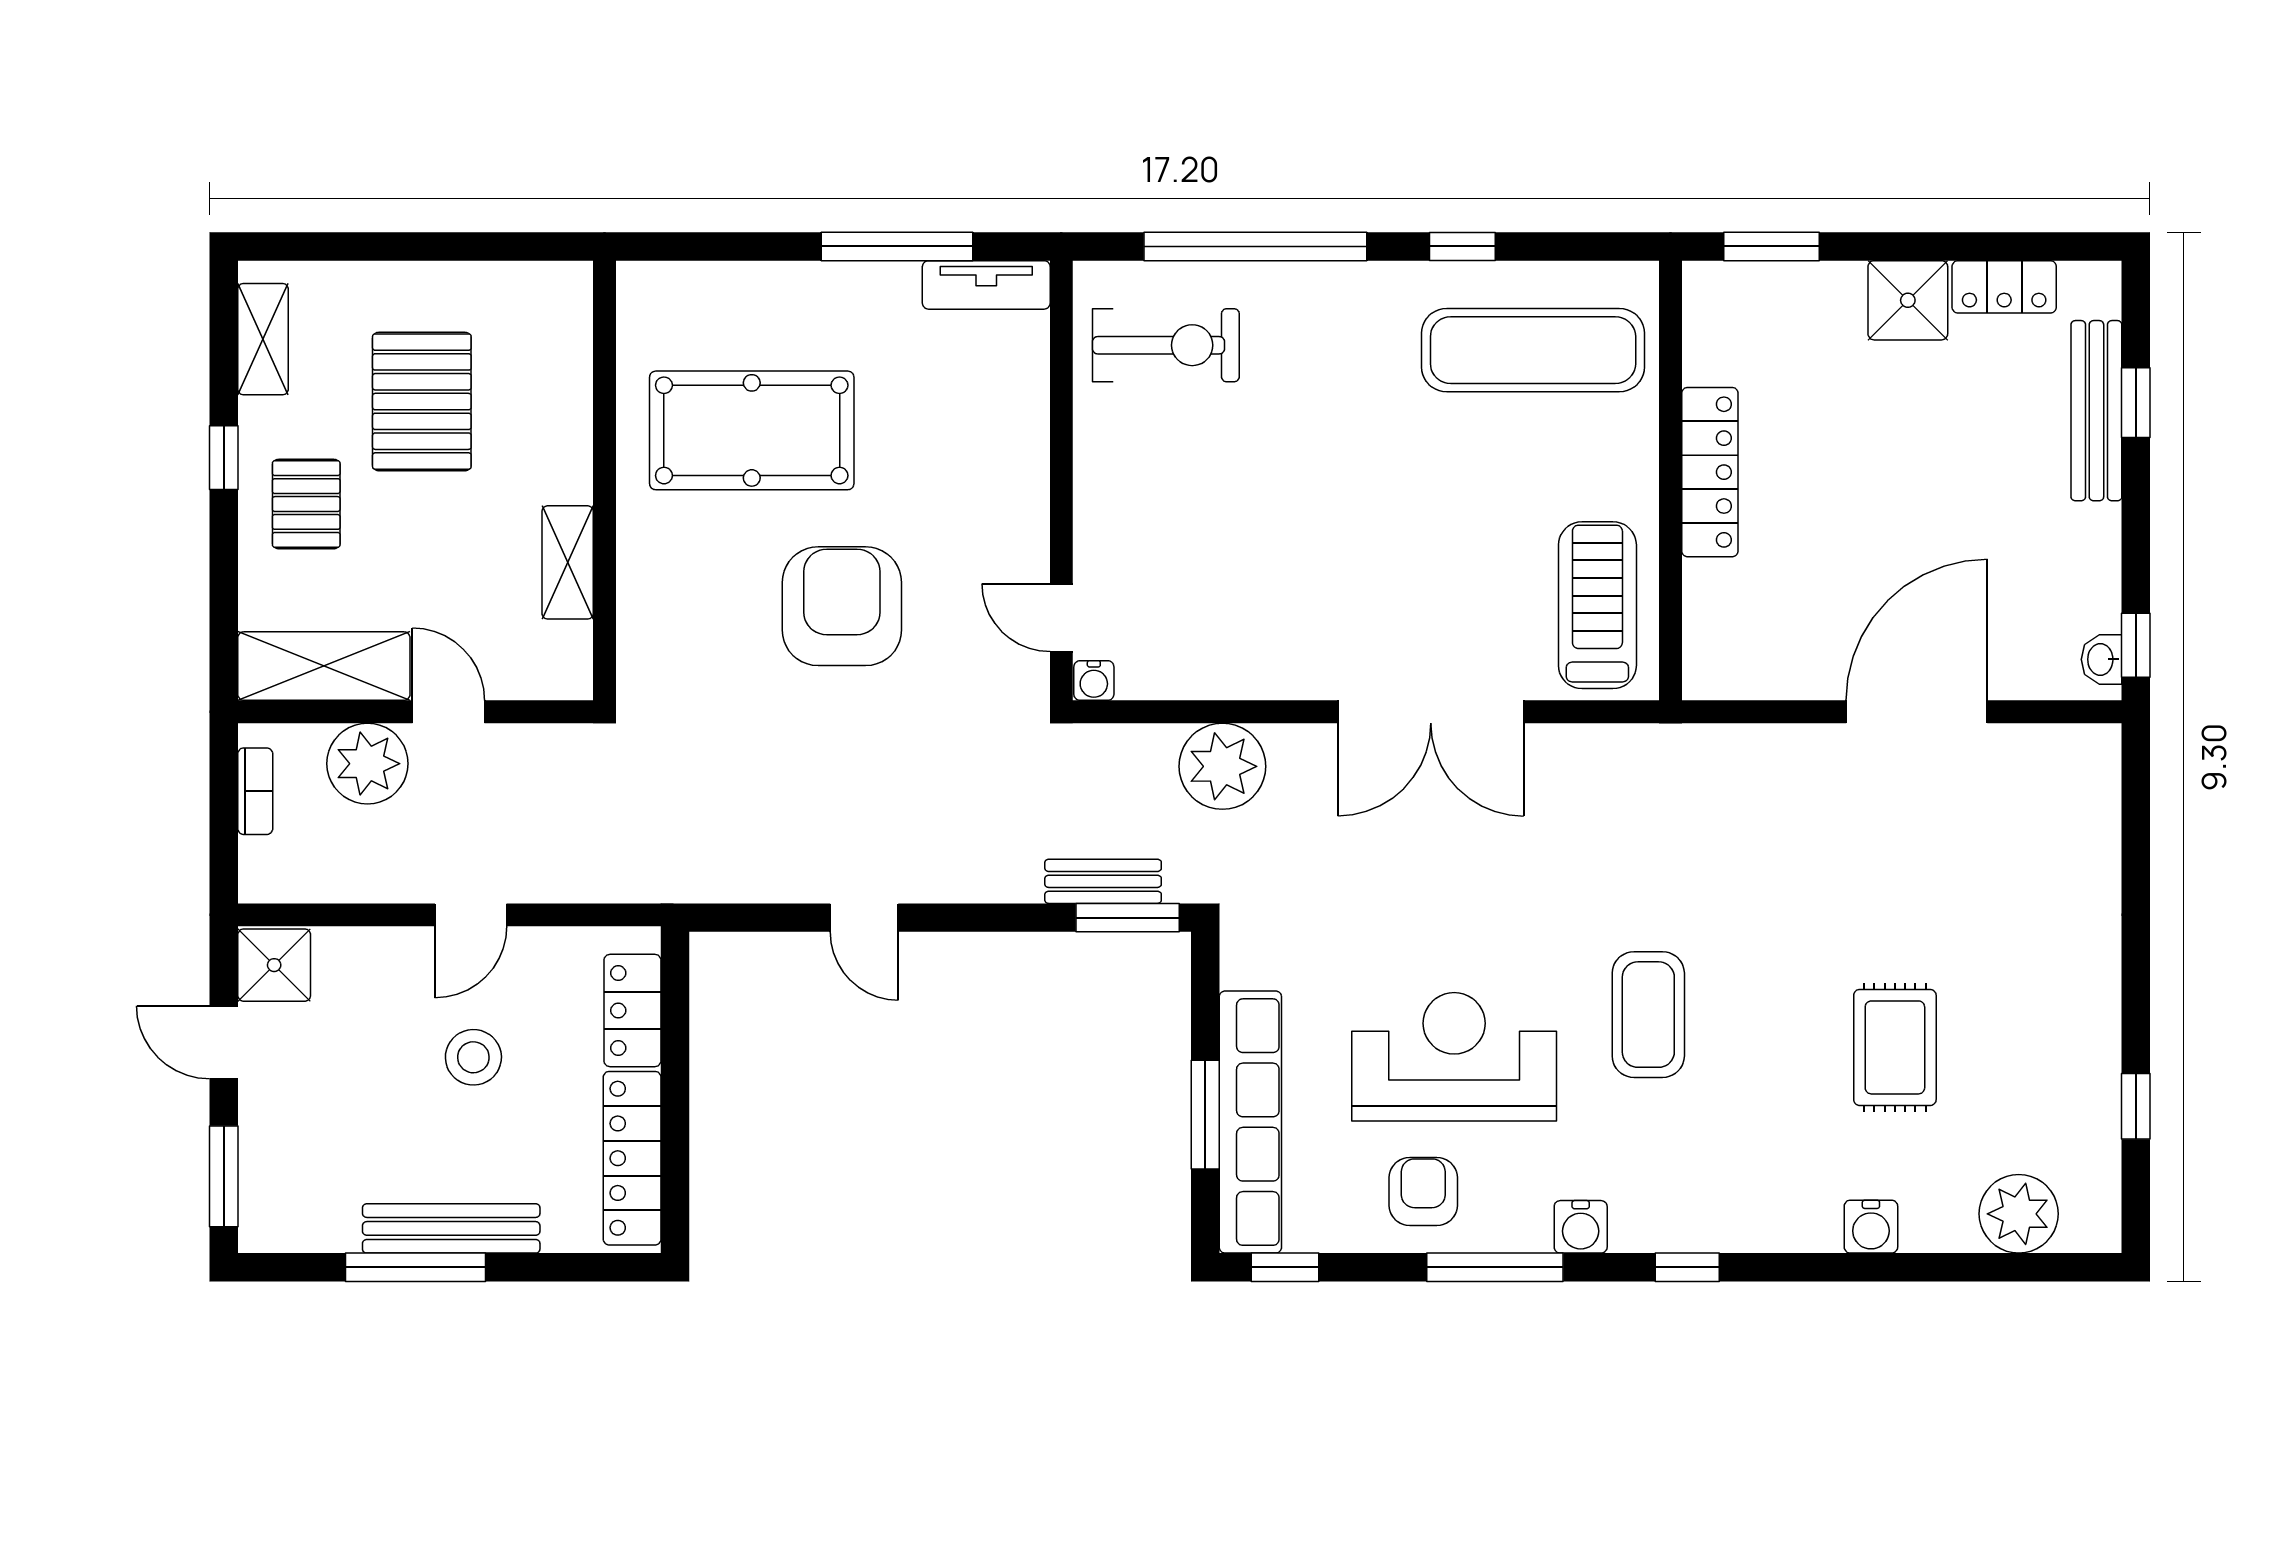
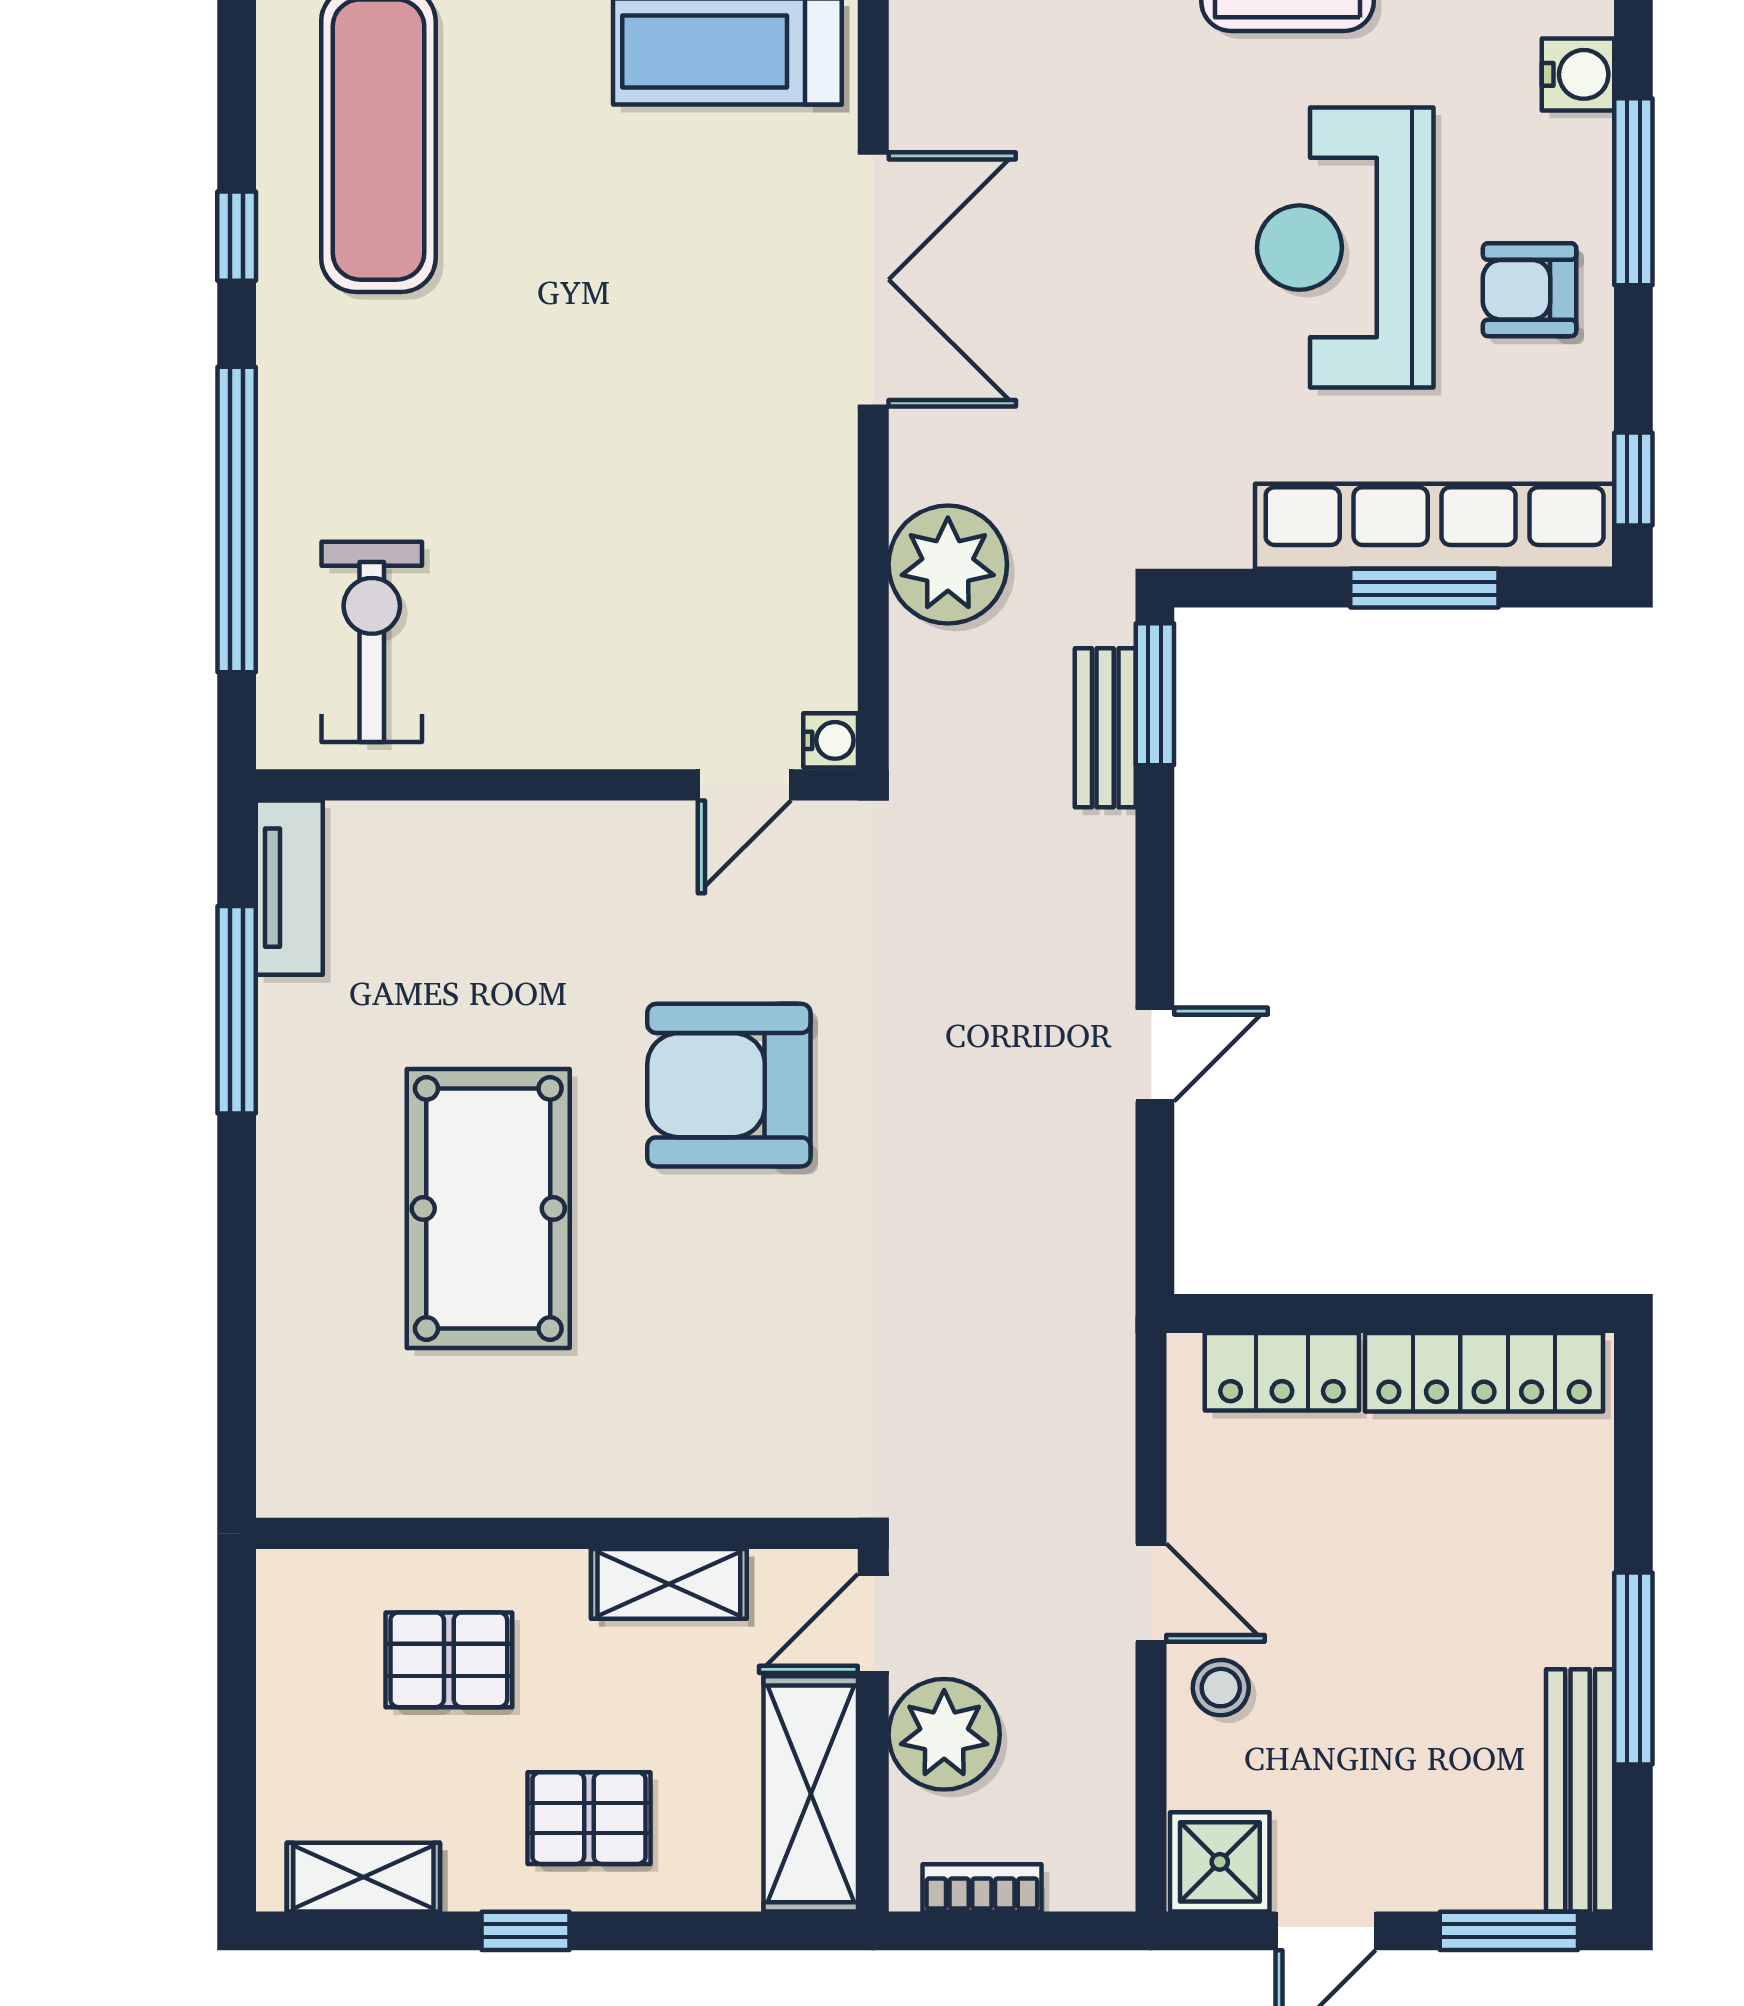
pallet: (422, 402) -> (449, 1660), width x0.67, depth x0.71
wall: (604, 481) -> (557, 1533), moved
shelving: (568, 562) -> (669, 1584), moved
stool: (473, 1057) -> (1221, 1688), moved, width x0.73, depth x0.73
bench: (451, 1228) -> (1580, 1790), moved

